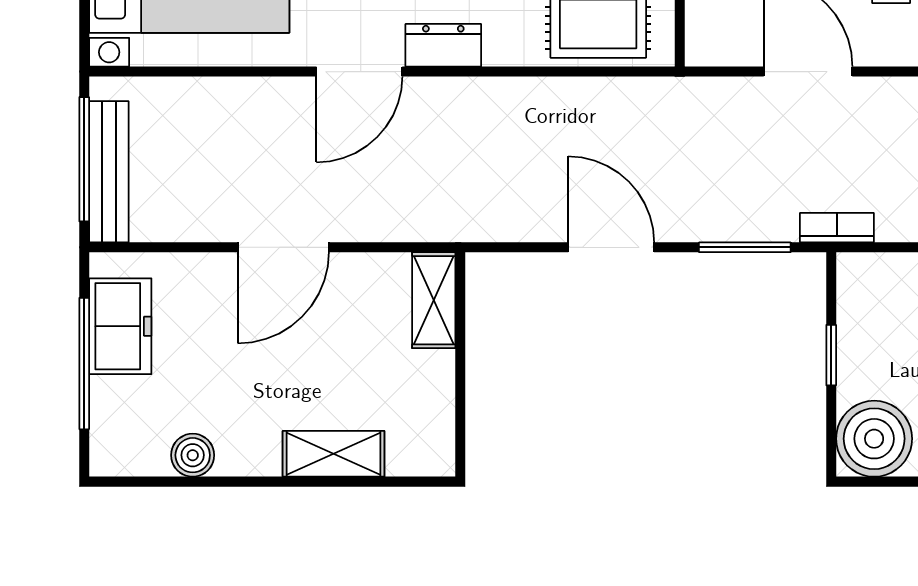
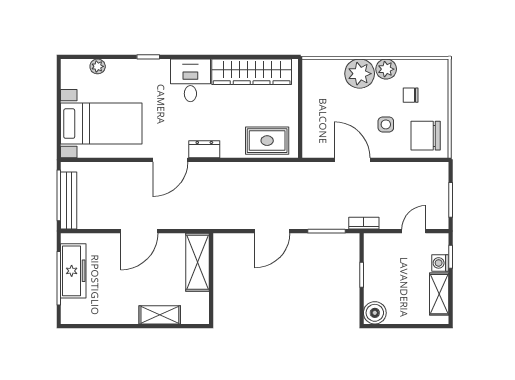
door: (611, 247) -> (272, 231), swing flipped
shelving: (434, 300) -> (197, 262), width x1.50, depth x1.33
freezer: (120, 326) -> (73, 271), width x1.40
boiler: (874, 439) -> (375, 313), width x0.73, depth x0.73
boiler: (193, 455) -> (103, 315), removed

